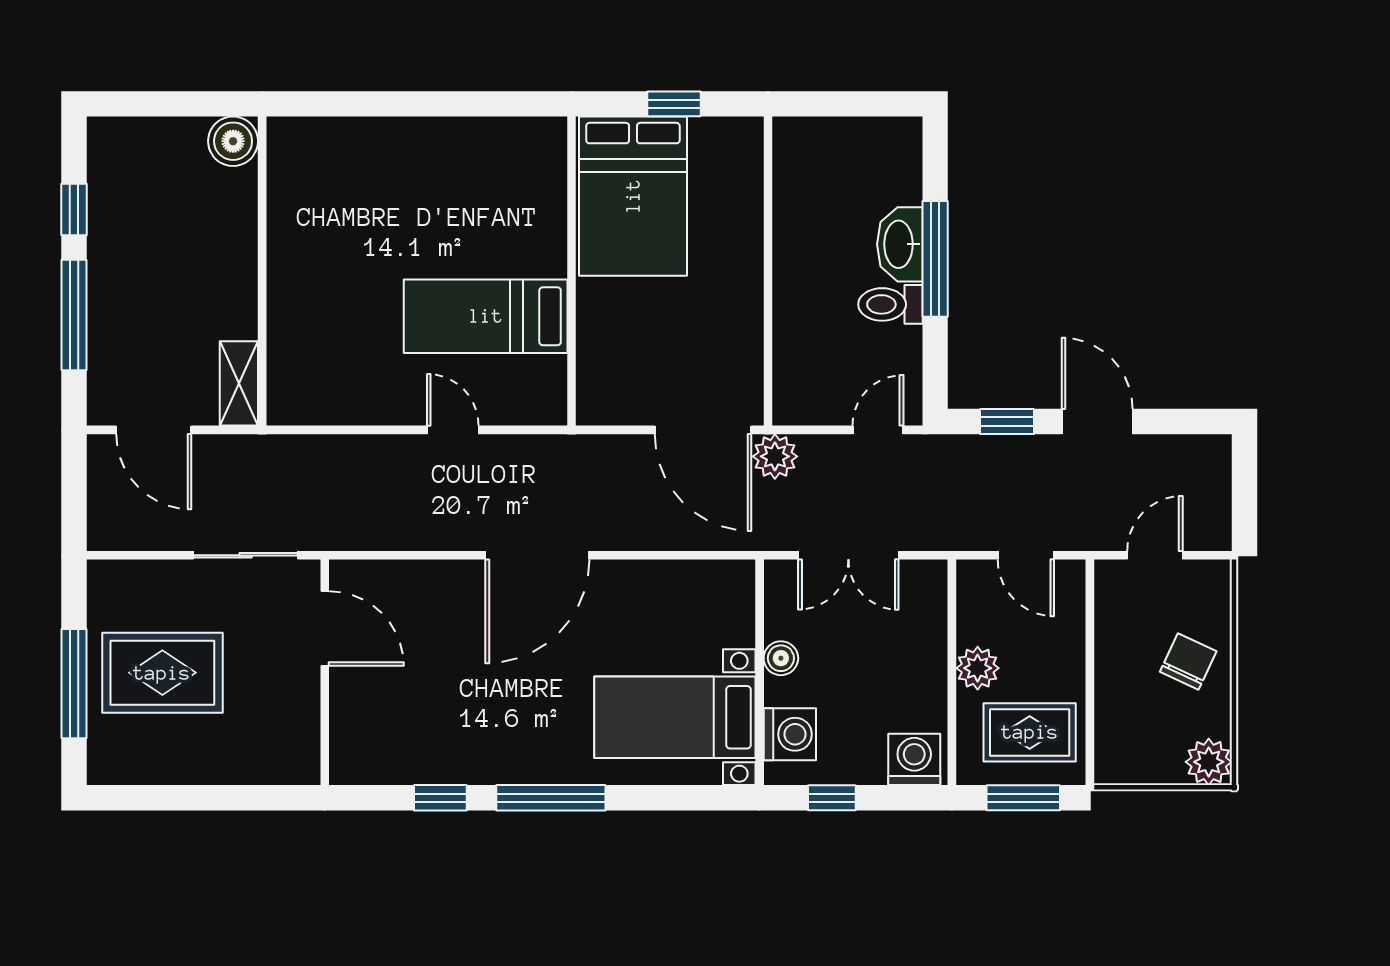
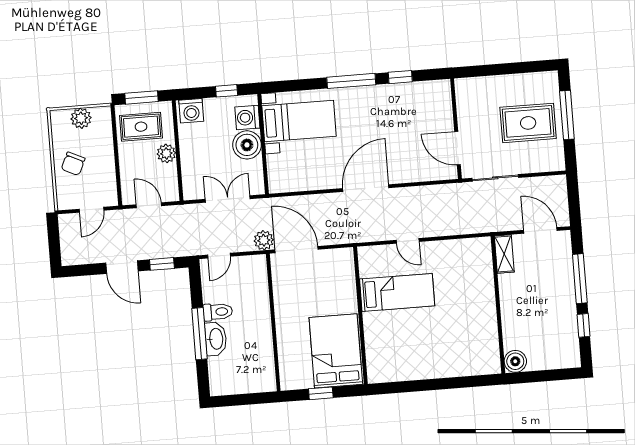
boiler: (781, 658) -> (247, 145), width x1.86, depth x1.86
plant: (1209, 762) -> (81, 118), moved

